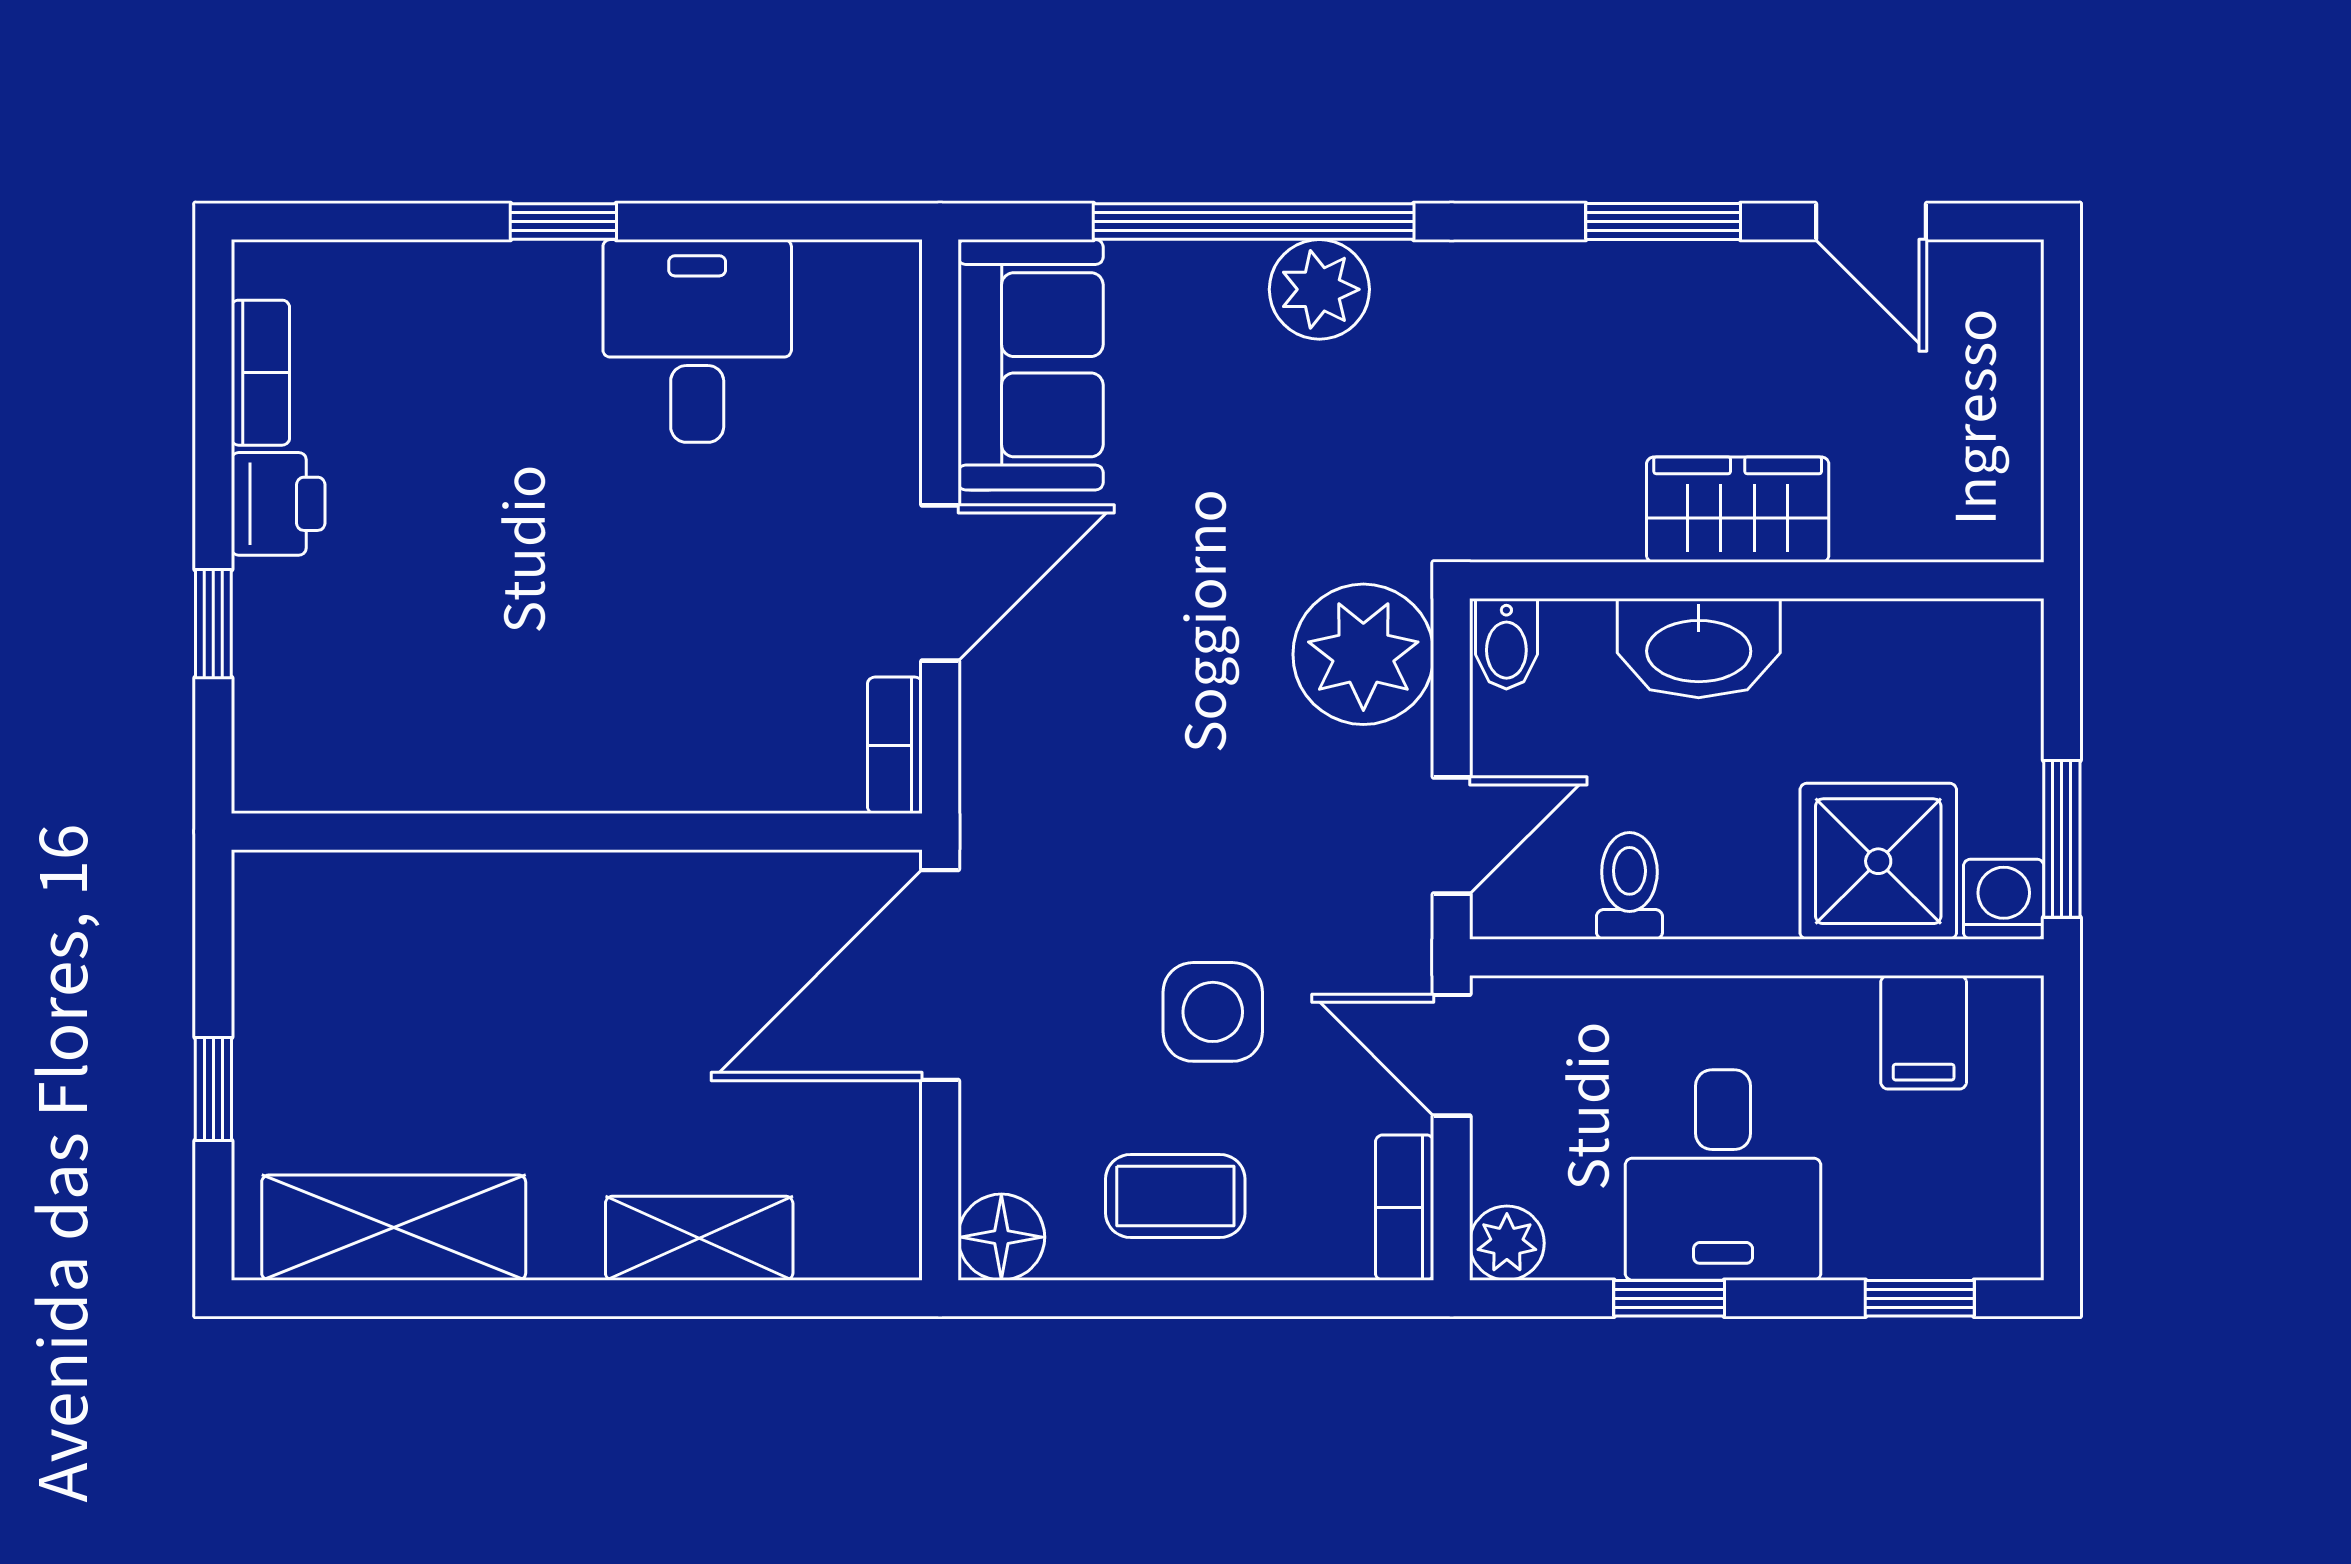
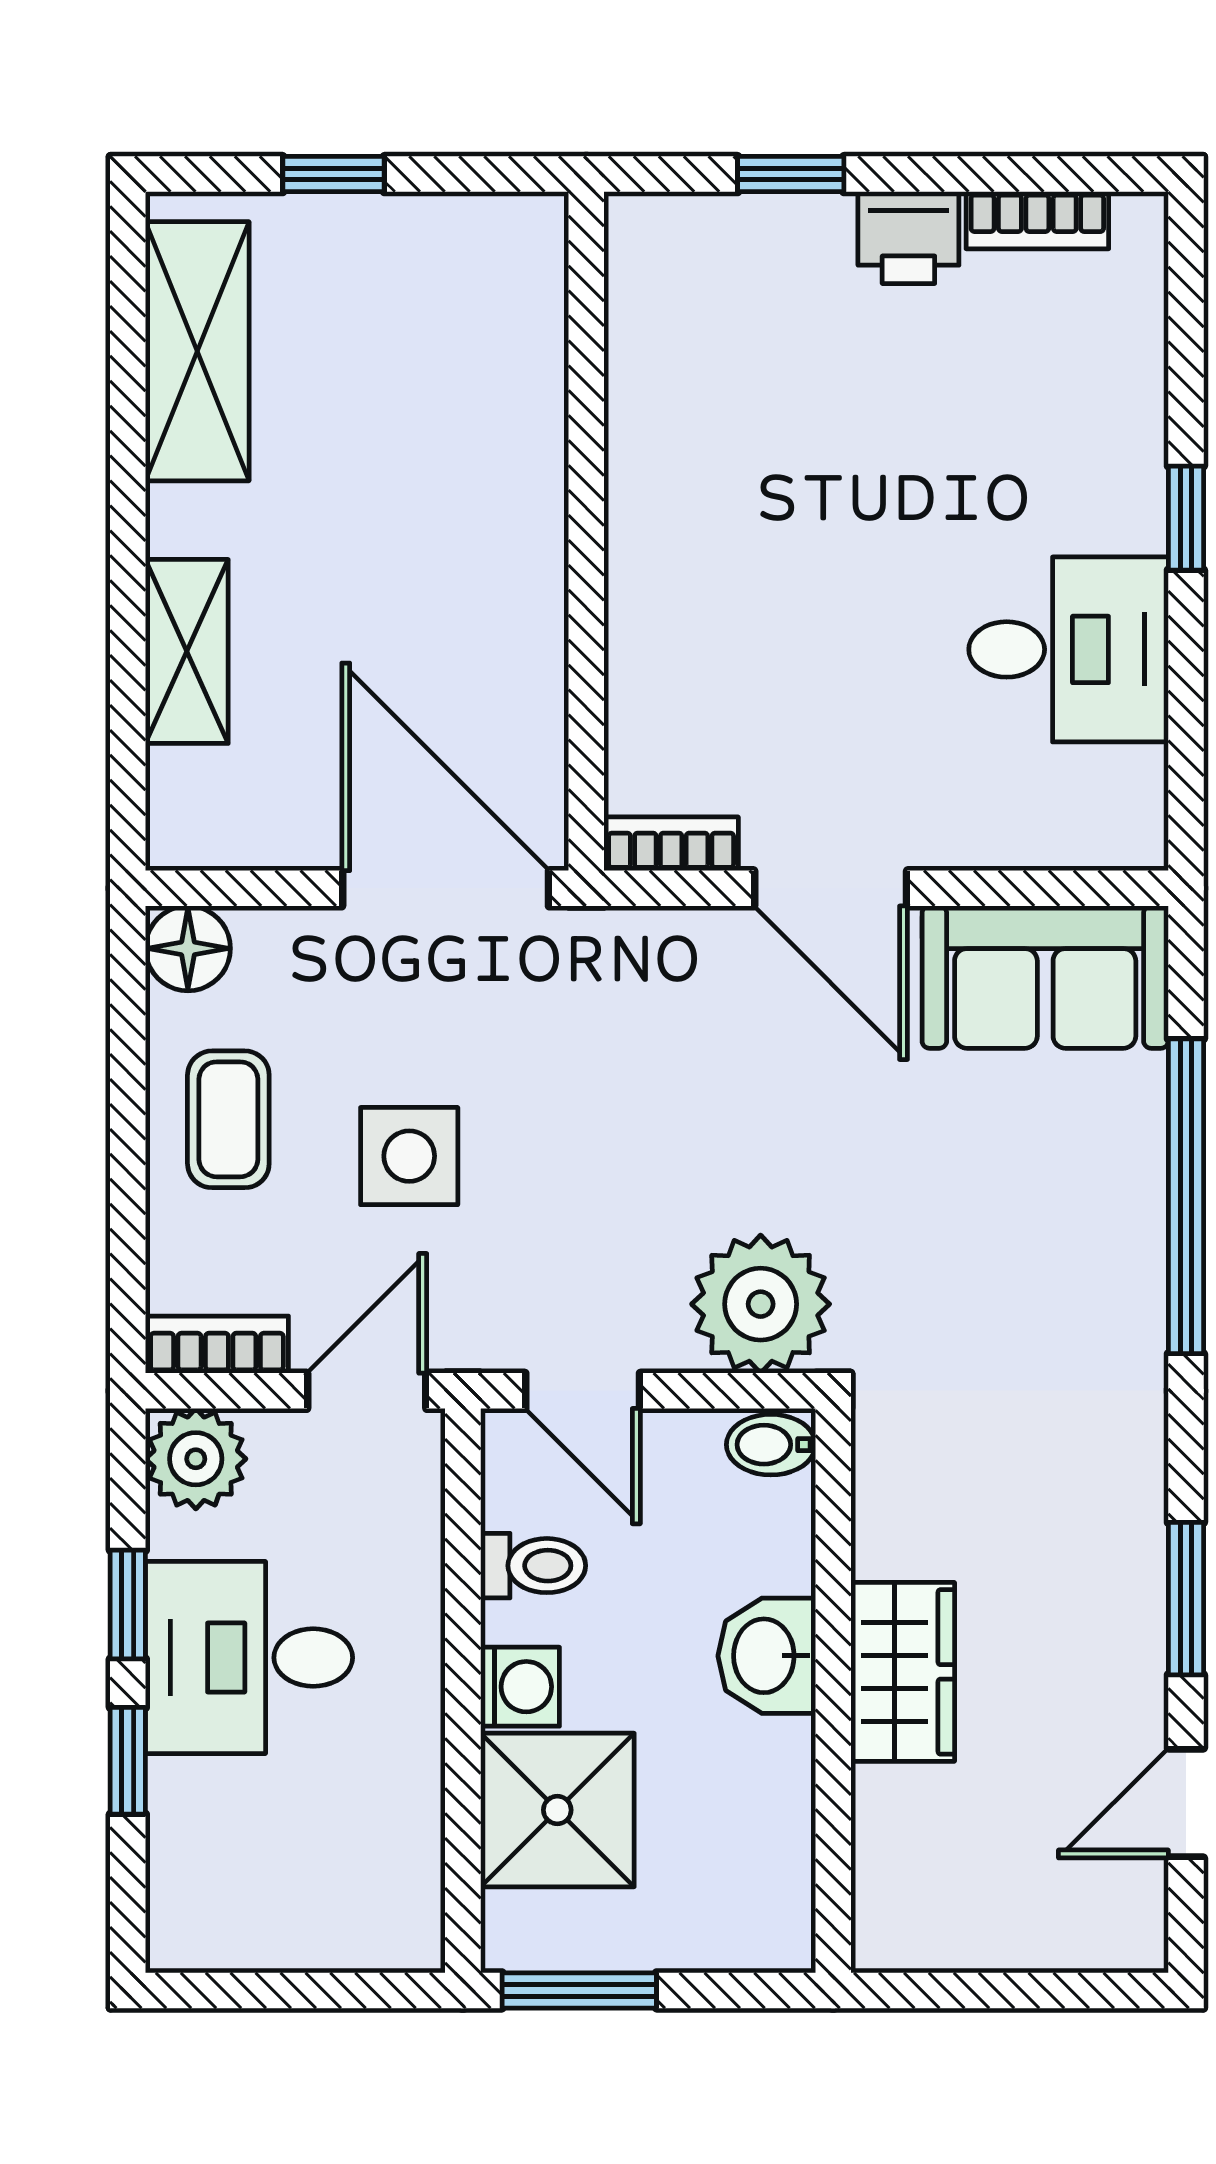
plant: (1319, 289) -> (1119, 1261), removed
washbasin: (1699, 648) -> (767, 1656), width x0.72
washing machine: (2004, 899) -> (520, 1687), moved
filing cabinet: (1924, 1032) -> (389, 1855), removed
plant: (1507, 1243) -> (196, 1459), width x1.38, depth x1.38
window: (1920, 1298) -> (128, 1761), moved

